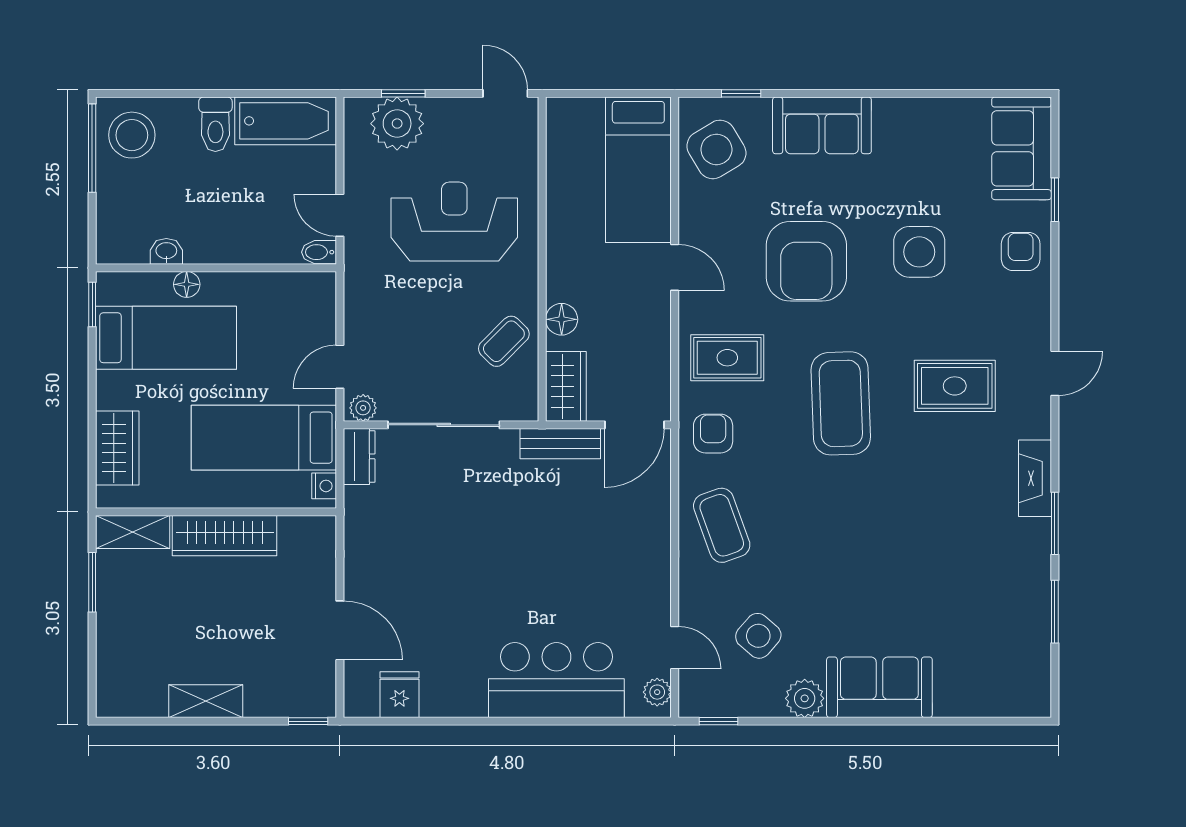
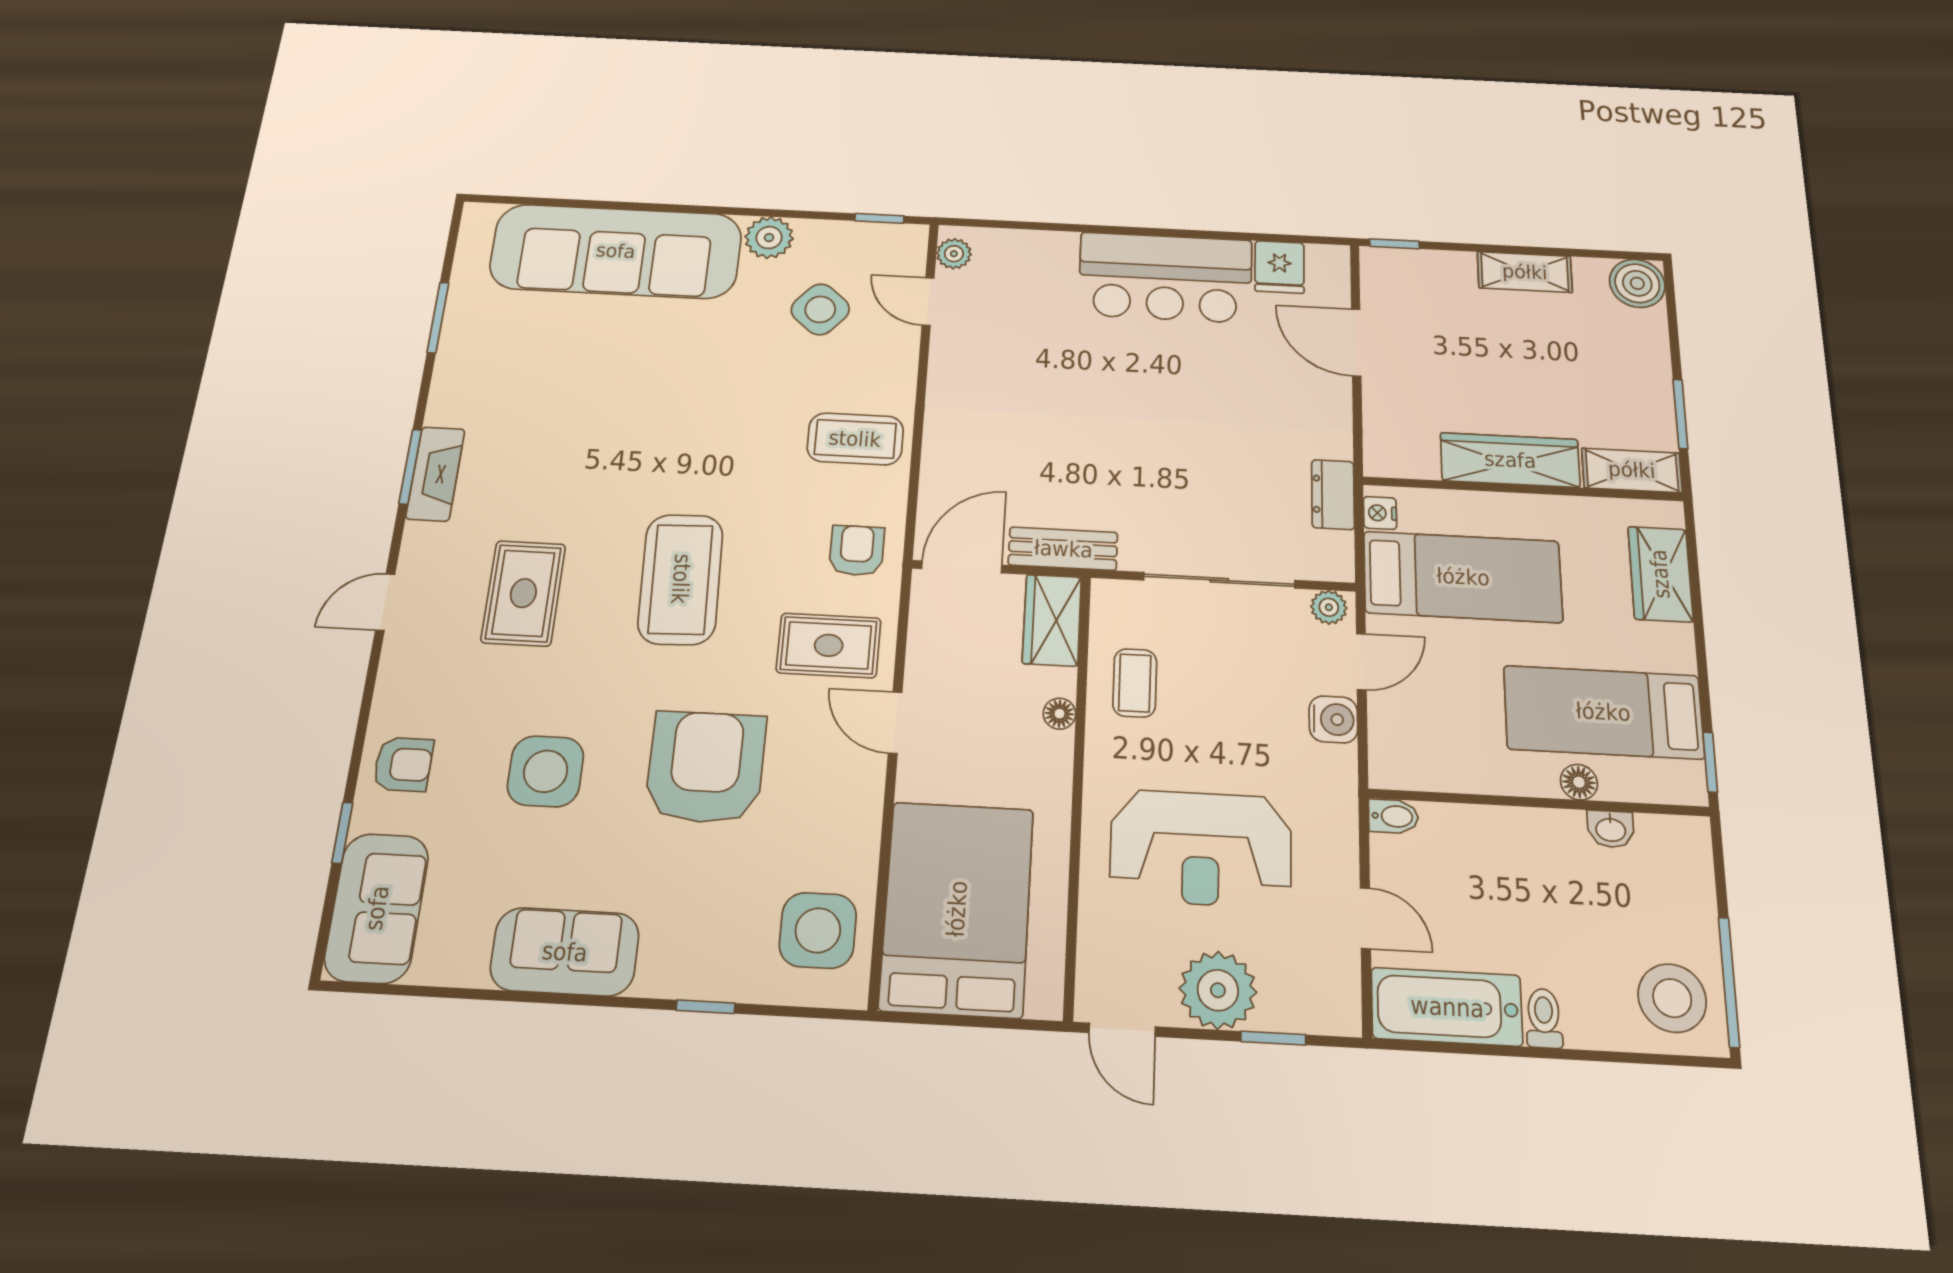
window: (741, 93) -> (706, 1007), moved
toilet: (215, 124) -> (1544, 1018), width x0.73, depth x0.72
plant: (397, 124) -> (1218, 990), moved
sofa: (822, 125) -> (565, 952), moved
side table: (716, 149) -> (818, 930), turned 31
bed: (638, 170) -> (957, 909), width x1.50
door: (340, 215) -> (1365, 918), moved
armchair: (1021, 251) -> (403, 764), turned -90
door: (675, 267) -> (895, 723), moved
floor lamp: (562, 319) -> (1059, 714), width x0.73, depth x0.73
water cooler: (361, 322) -> (1333, 719), added
coffee table: (504, 341) -> (1135, 683), turned -45
rug: (955, 386) -> (523, 593), turned 90
armchair: (713, 434) -> (857, 551), turned 180
dresser: (359, 456) -> (1333, 495), moved
window: (1055, 523) -> (410, 467), moved
coffee table: (722, 525) -> (855, 439), turned -70
bar counter: (556, 680) -> (1165, 277), moved
sofa: (879, 687) -> (616, 251), width x1.85, depth x1.27
boiler: (117, 696) -> (1637, 283), added

